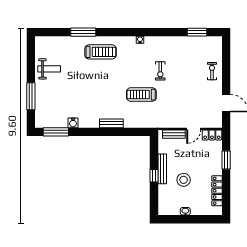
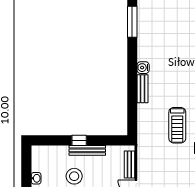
treadmill: (141, 95) -> (177, 125), turned 180
water cooler: (73, 123) -> (143, 68), moved

